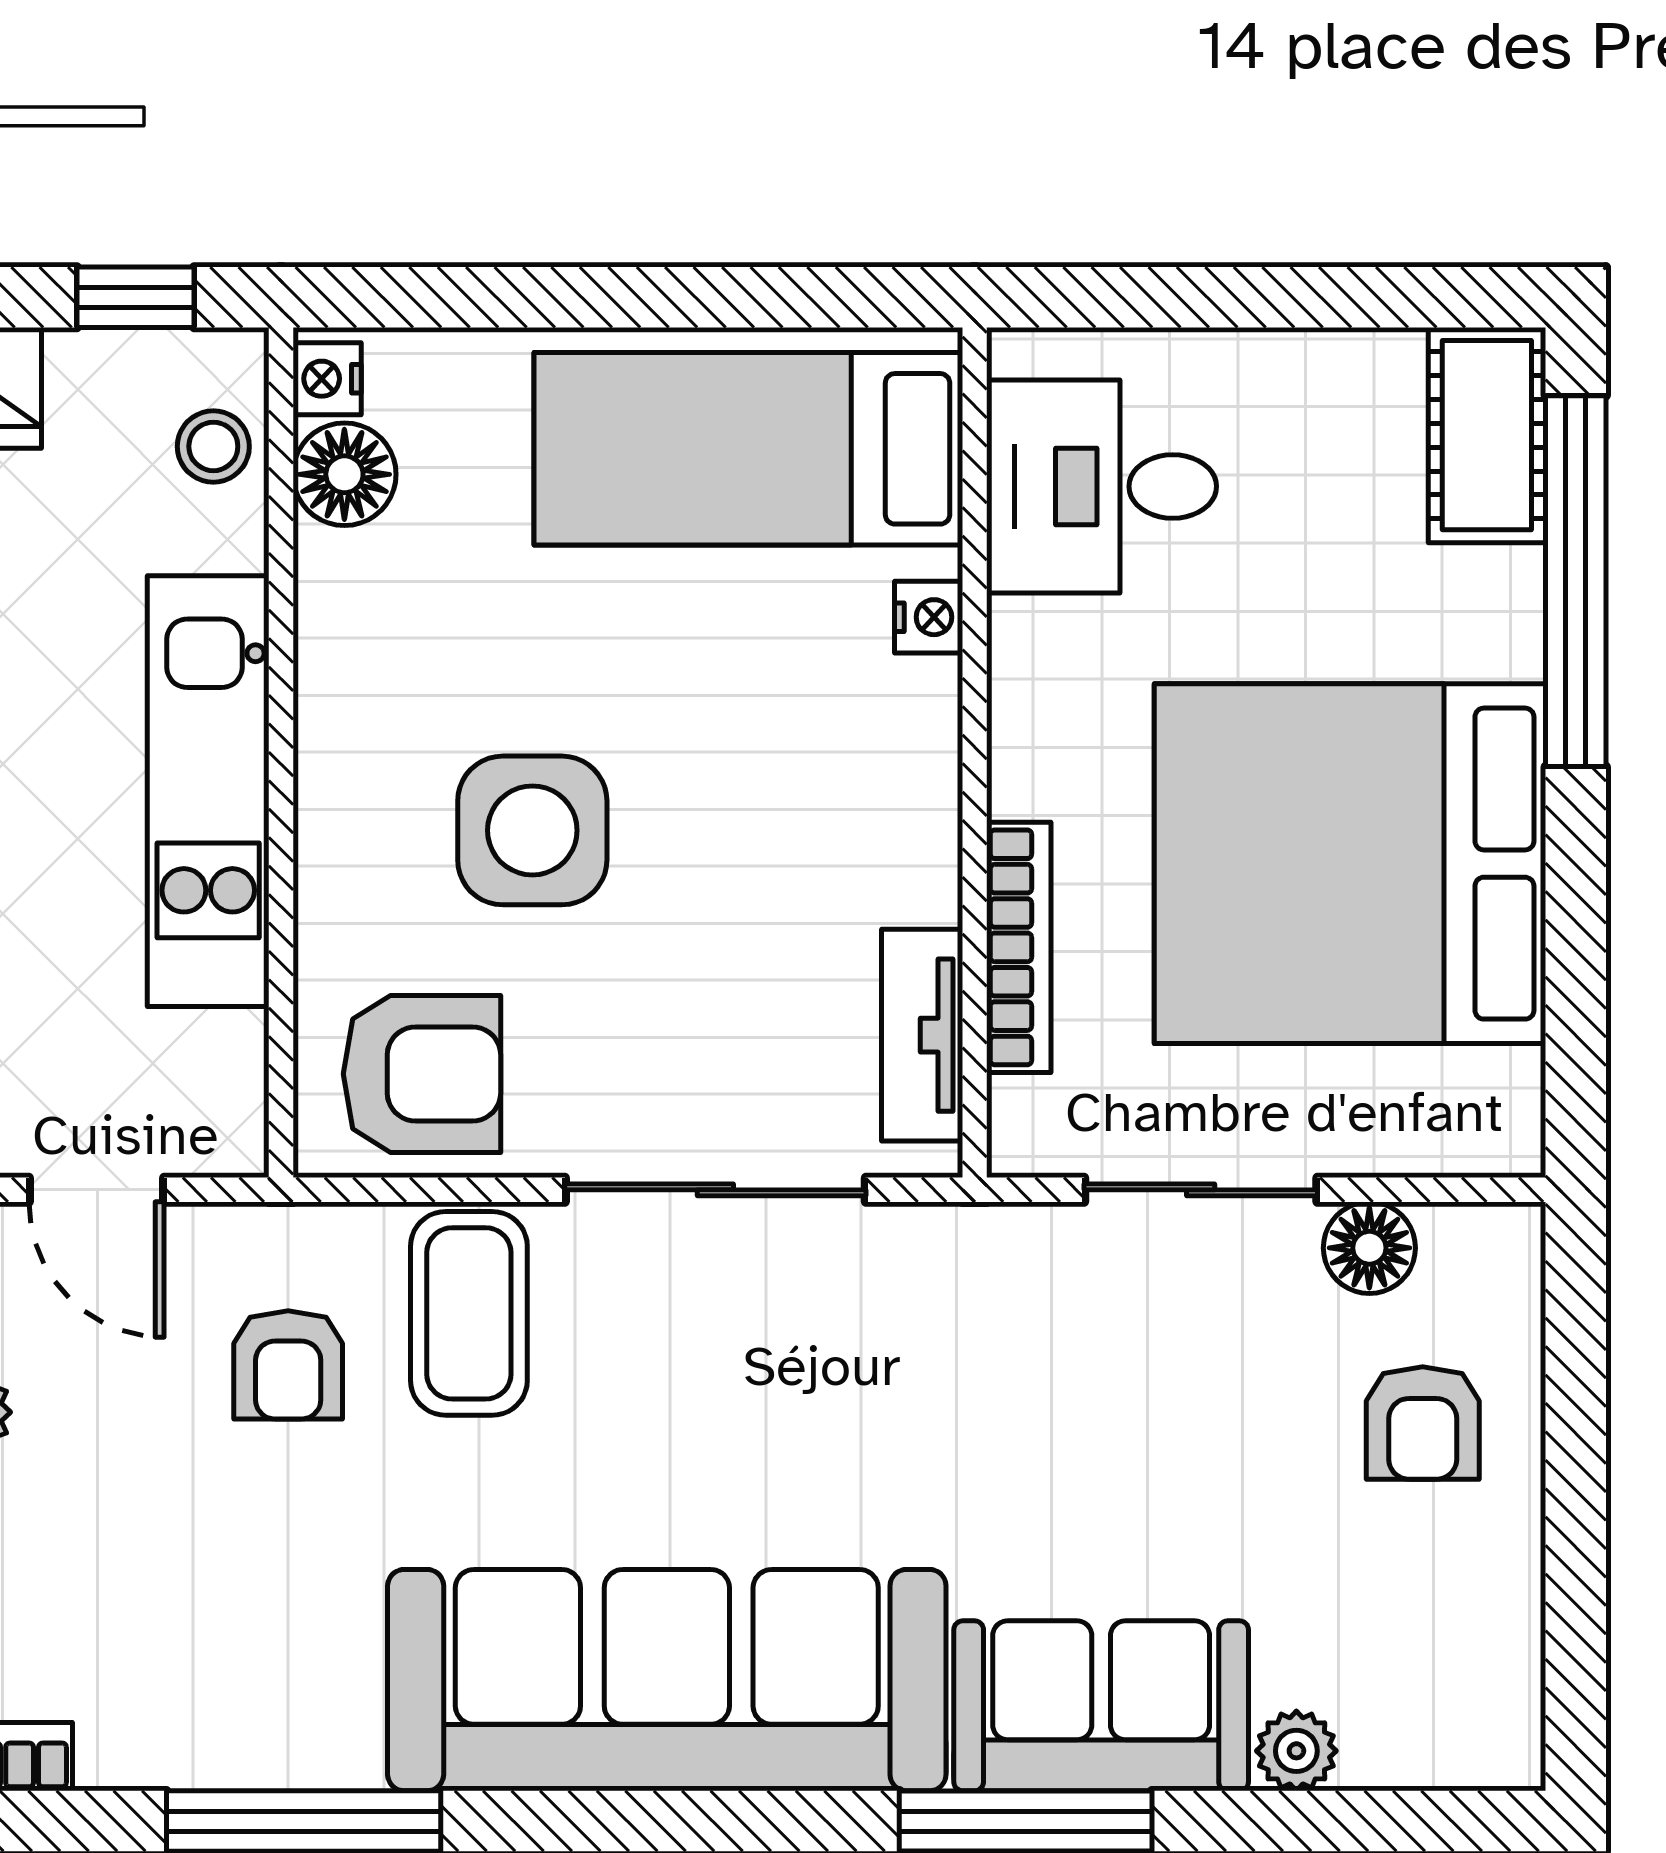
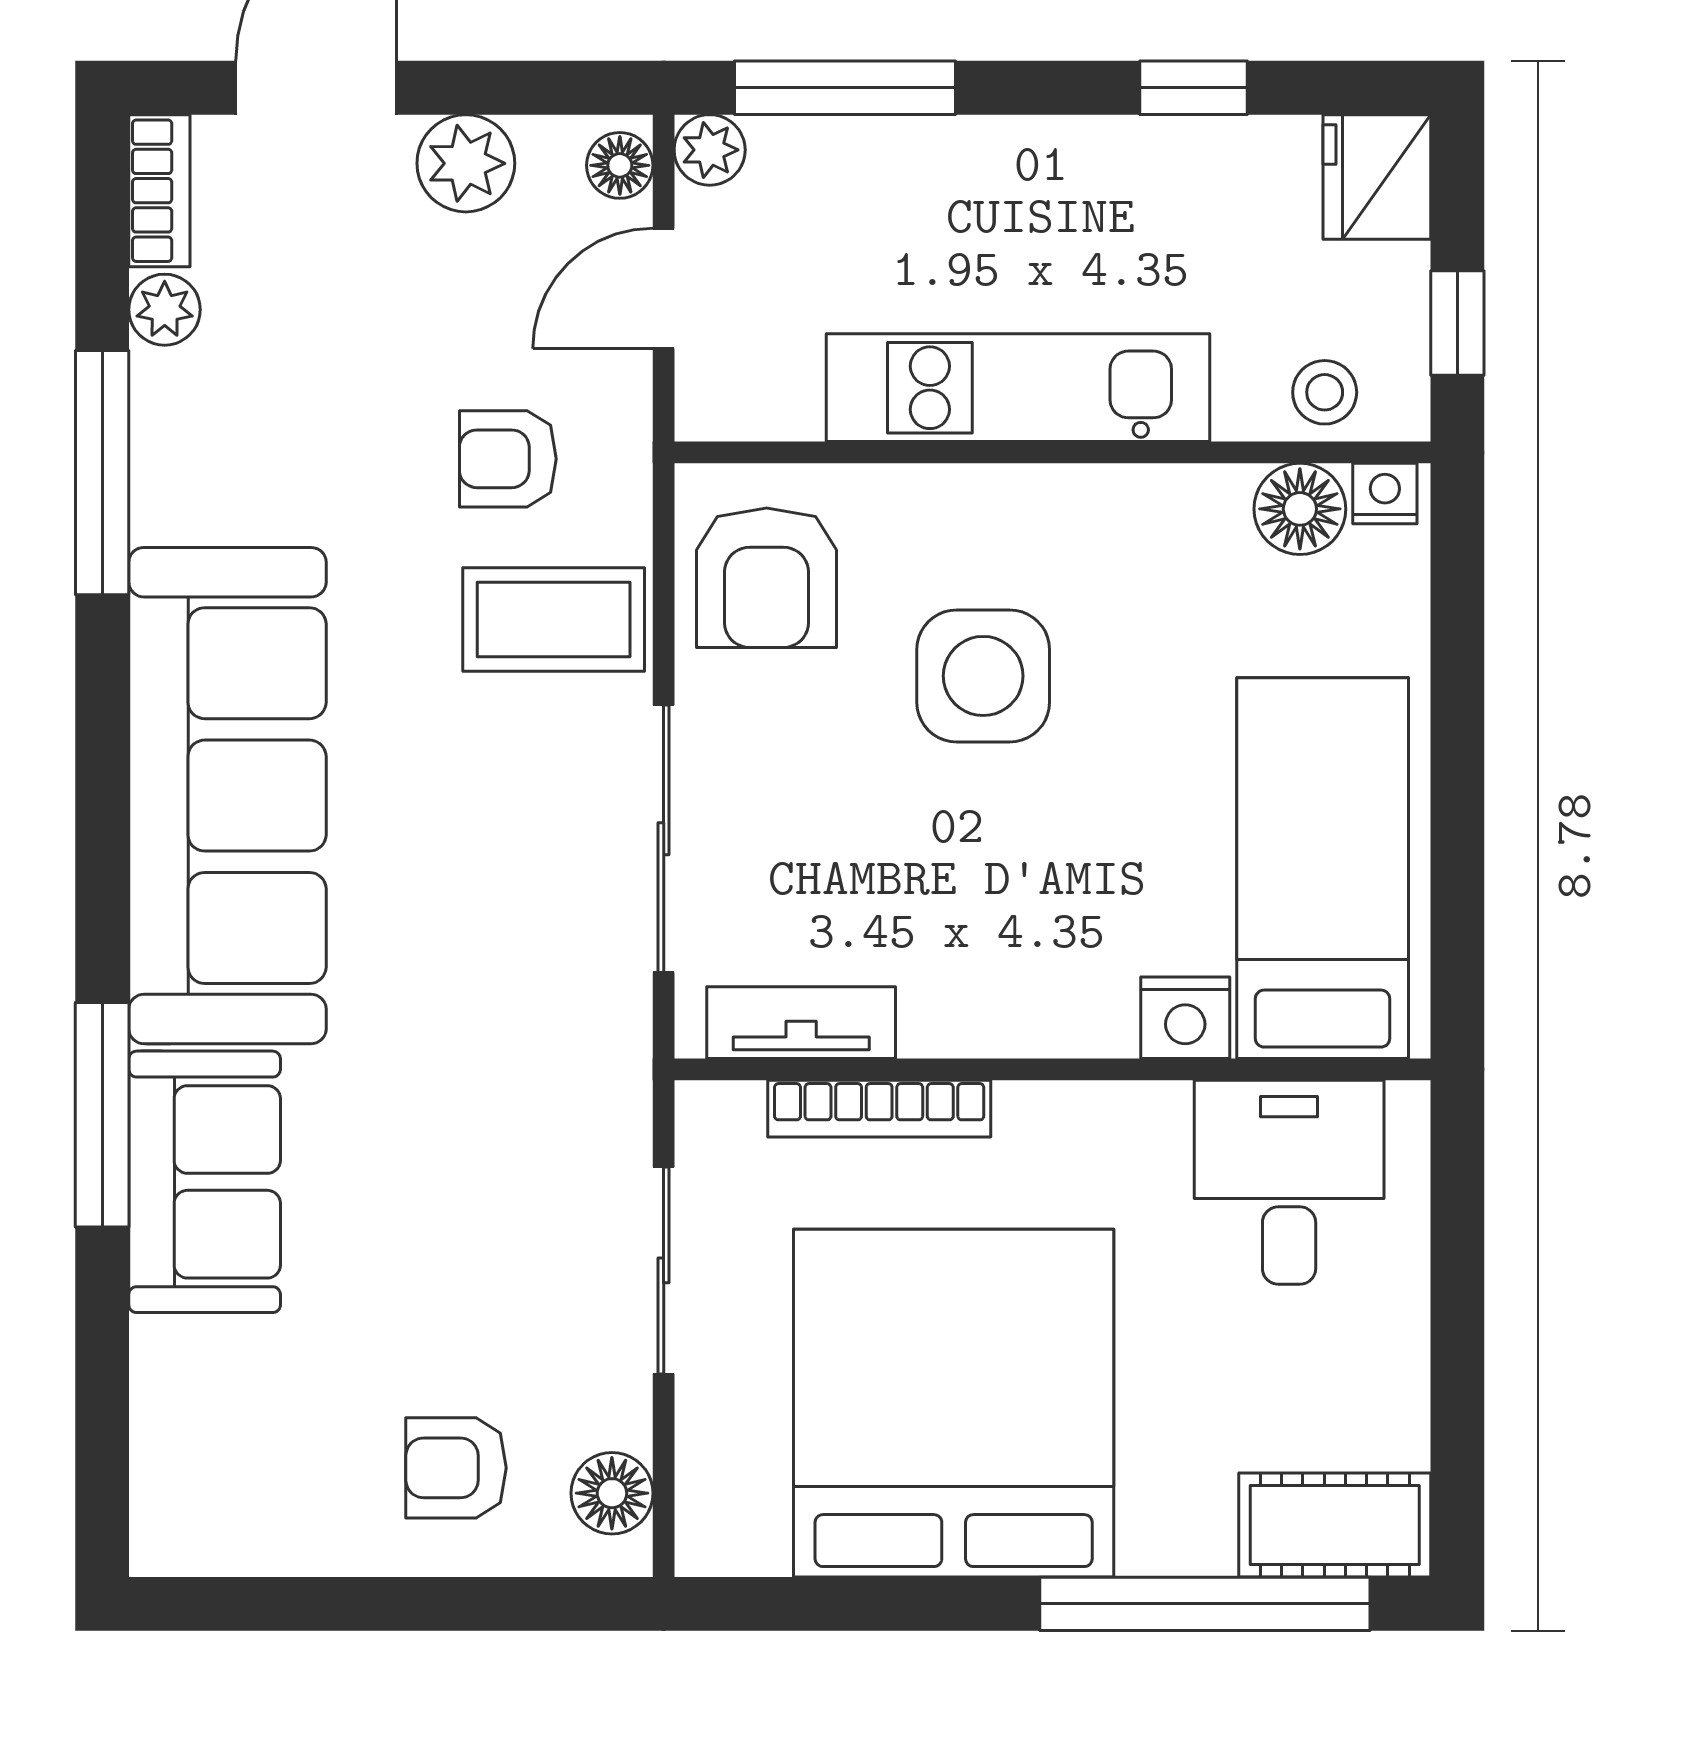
nightstand: (929, 617) -> (1185, 1018), width x1.39, depth x1.35
floor lamp: (1369, 1248) -> (612, 1493), moved
plant: (1296, 1751) -> (165, 310), moved

